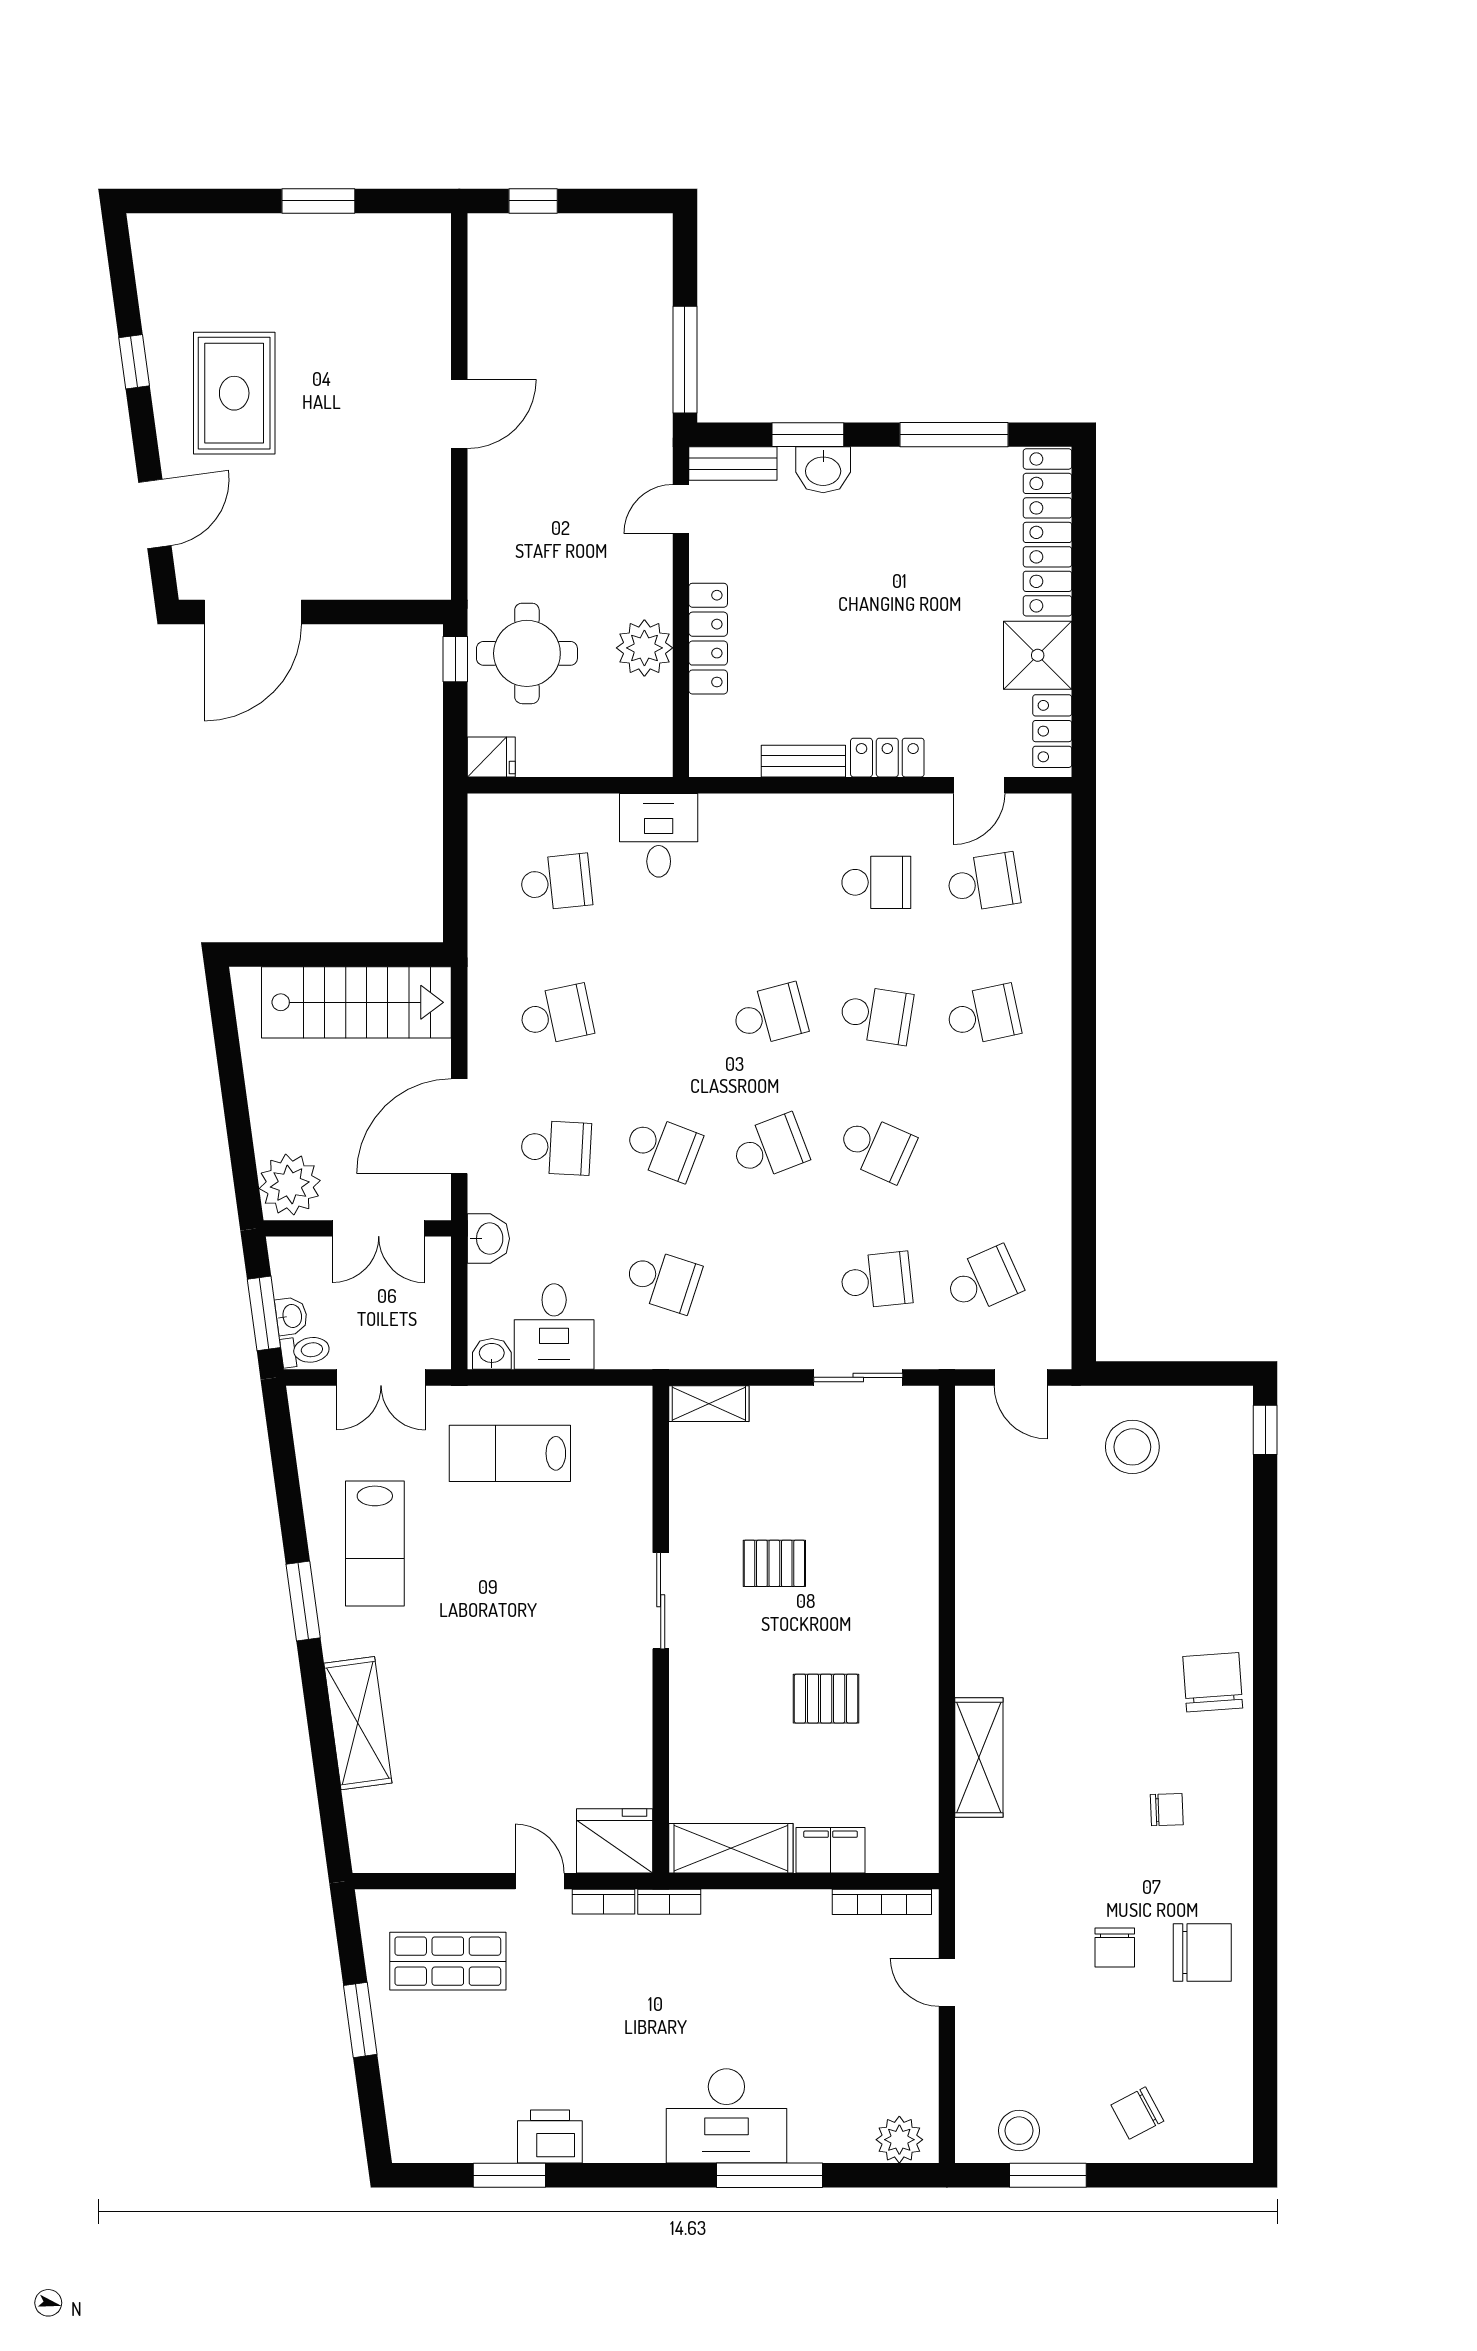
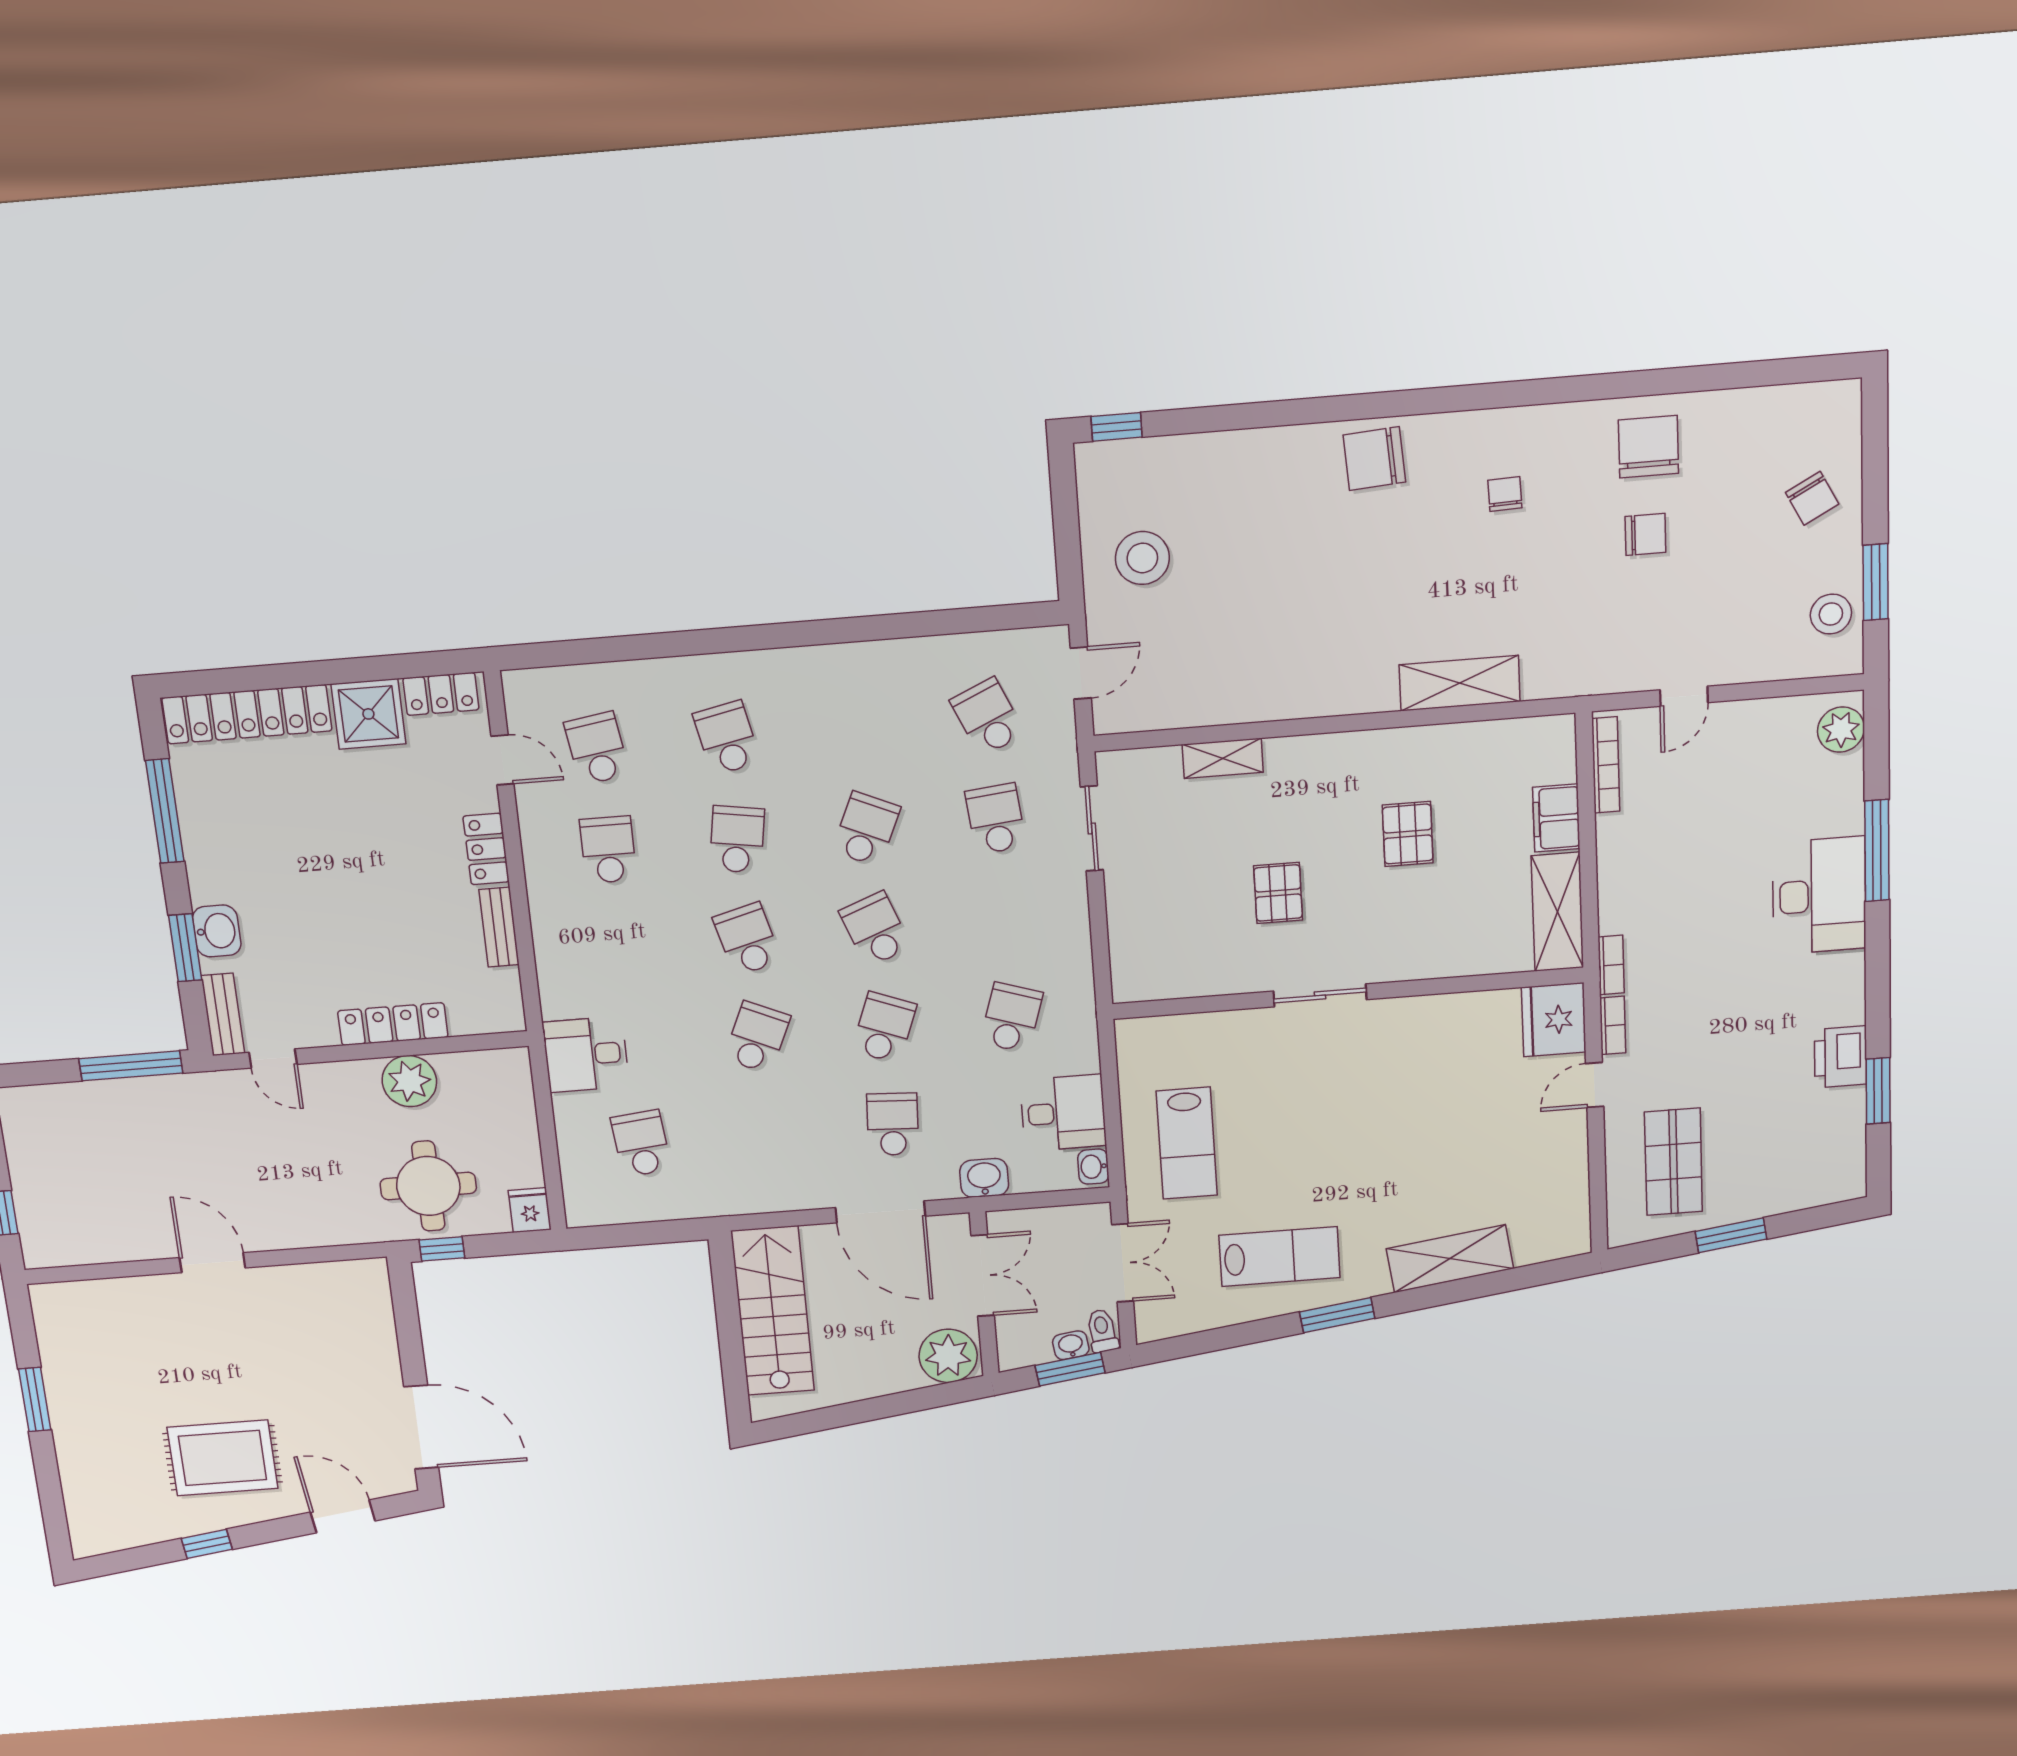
school desk: (556, 1015) -> (757, 1037), moved, turned 36
shelving: (709, 1404) -> (1223, 758), moved, turned 90

